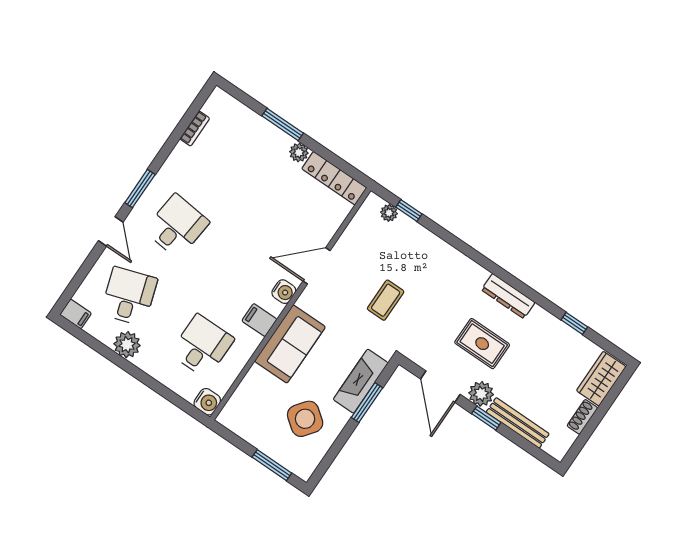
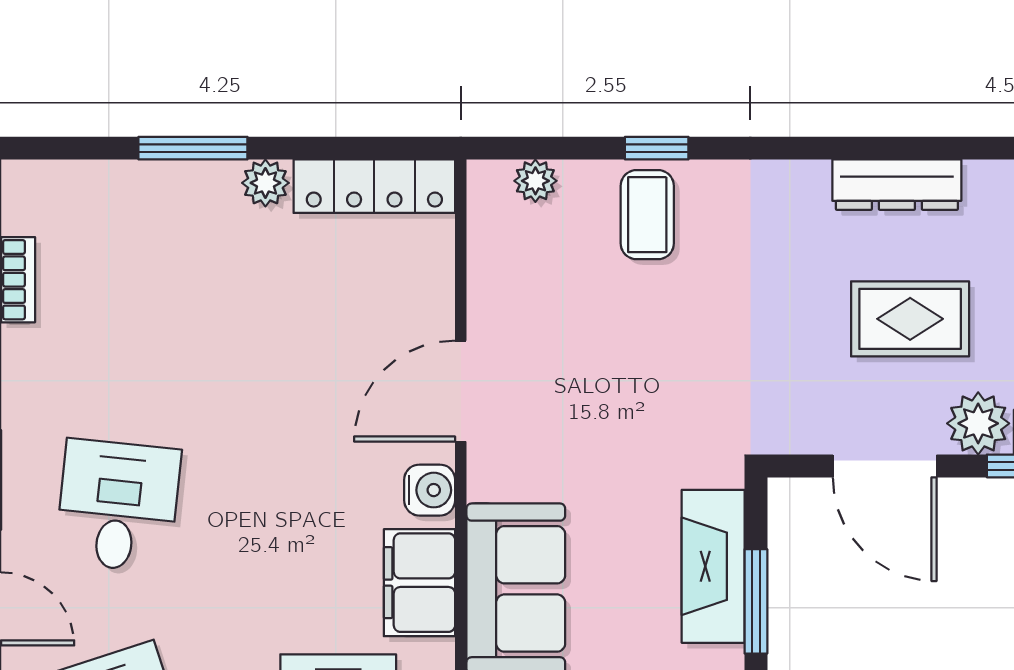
window: (409, 211) -> (657, 148), moved
coffee table: (386, 300) -> (647, 215), moved
filing cabinet: (259, 320) -> (419, 583), width x2.00

